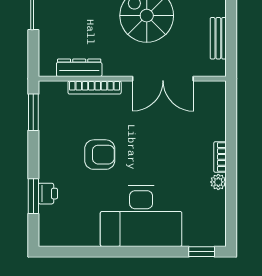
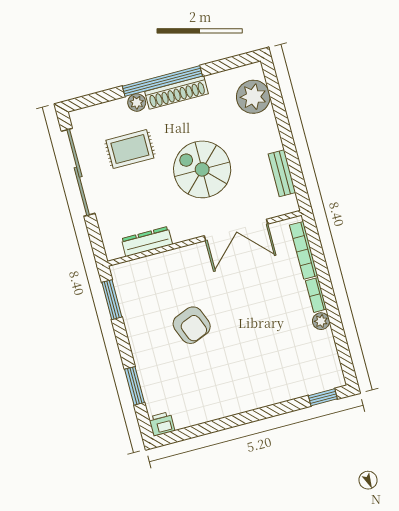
bookcase: (95, 87) -> (304, 250), moved, turned 90
armchair: (100, 155) -> (192, 325), turned 68
printer: (48, 194) -> (162, 424), moved, turned -90
desk: (141, 216) -> (251, 377), removed

